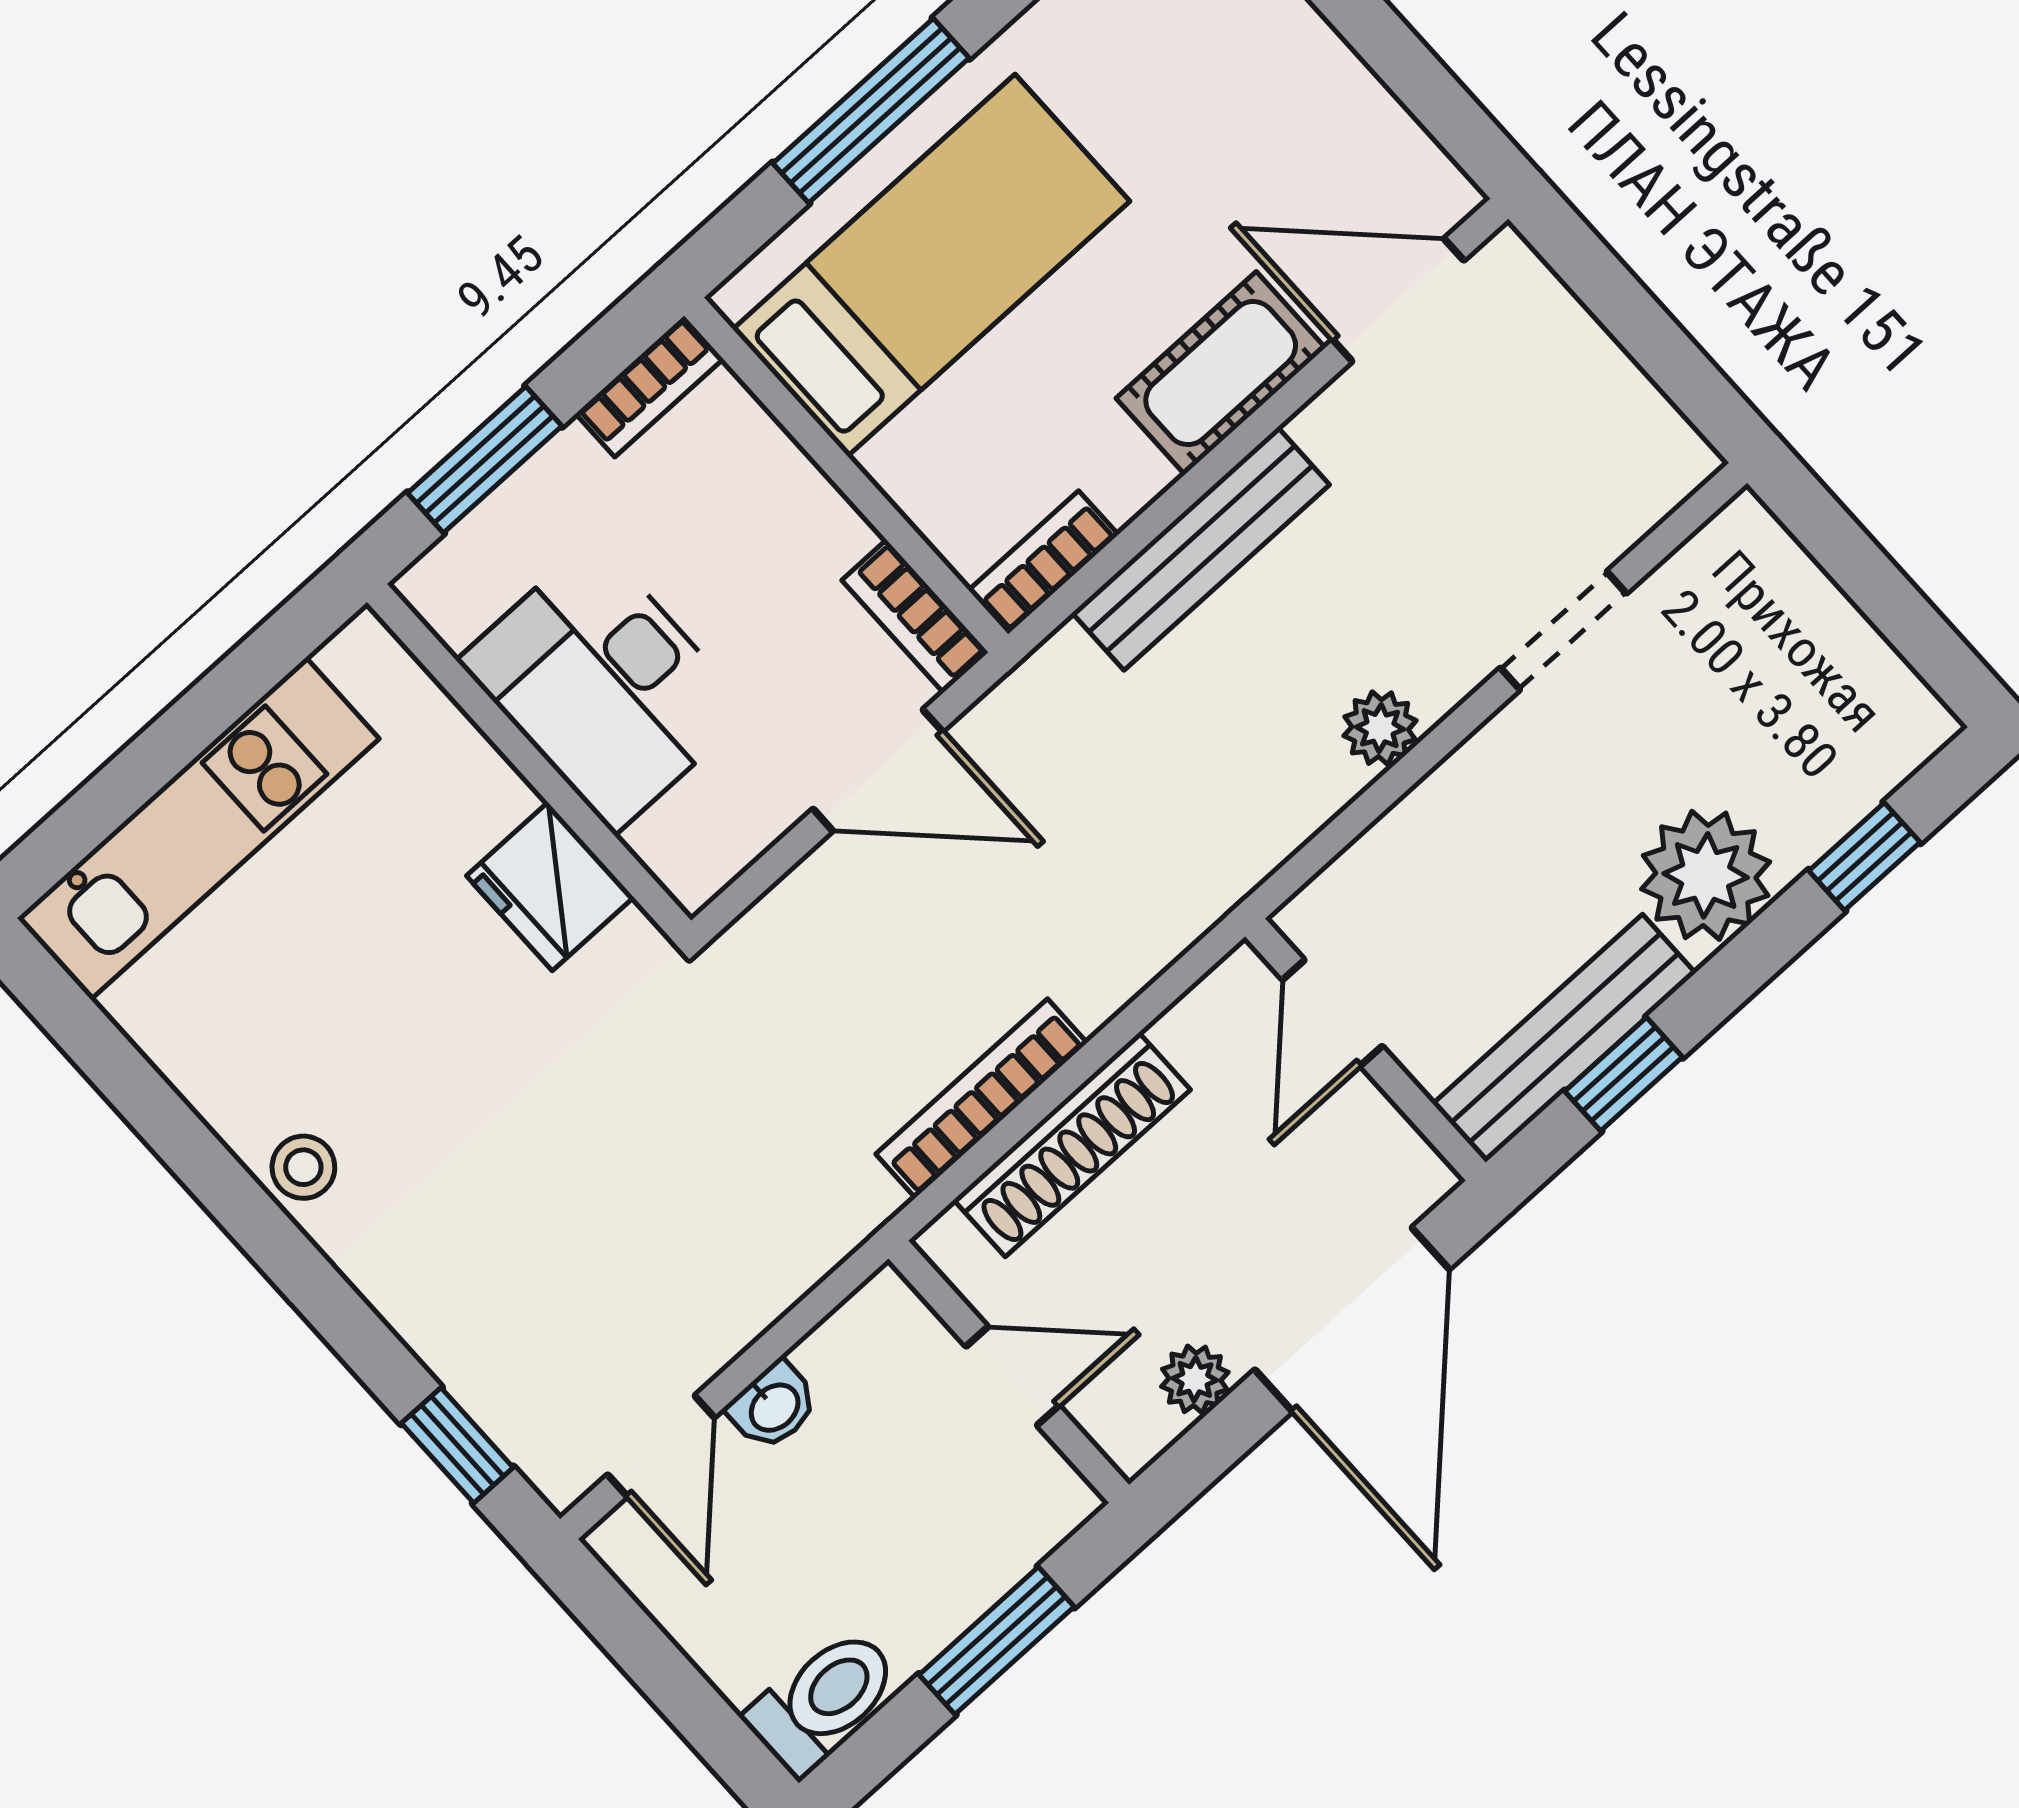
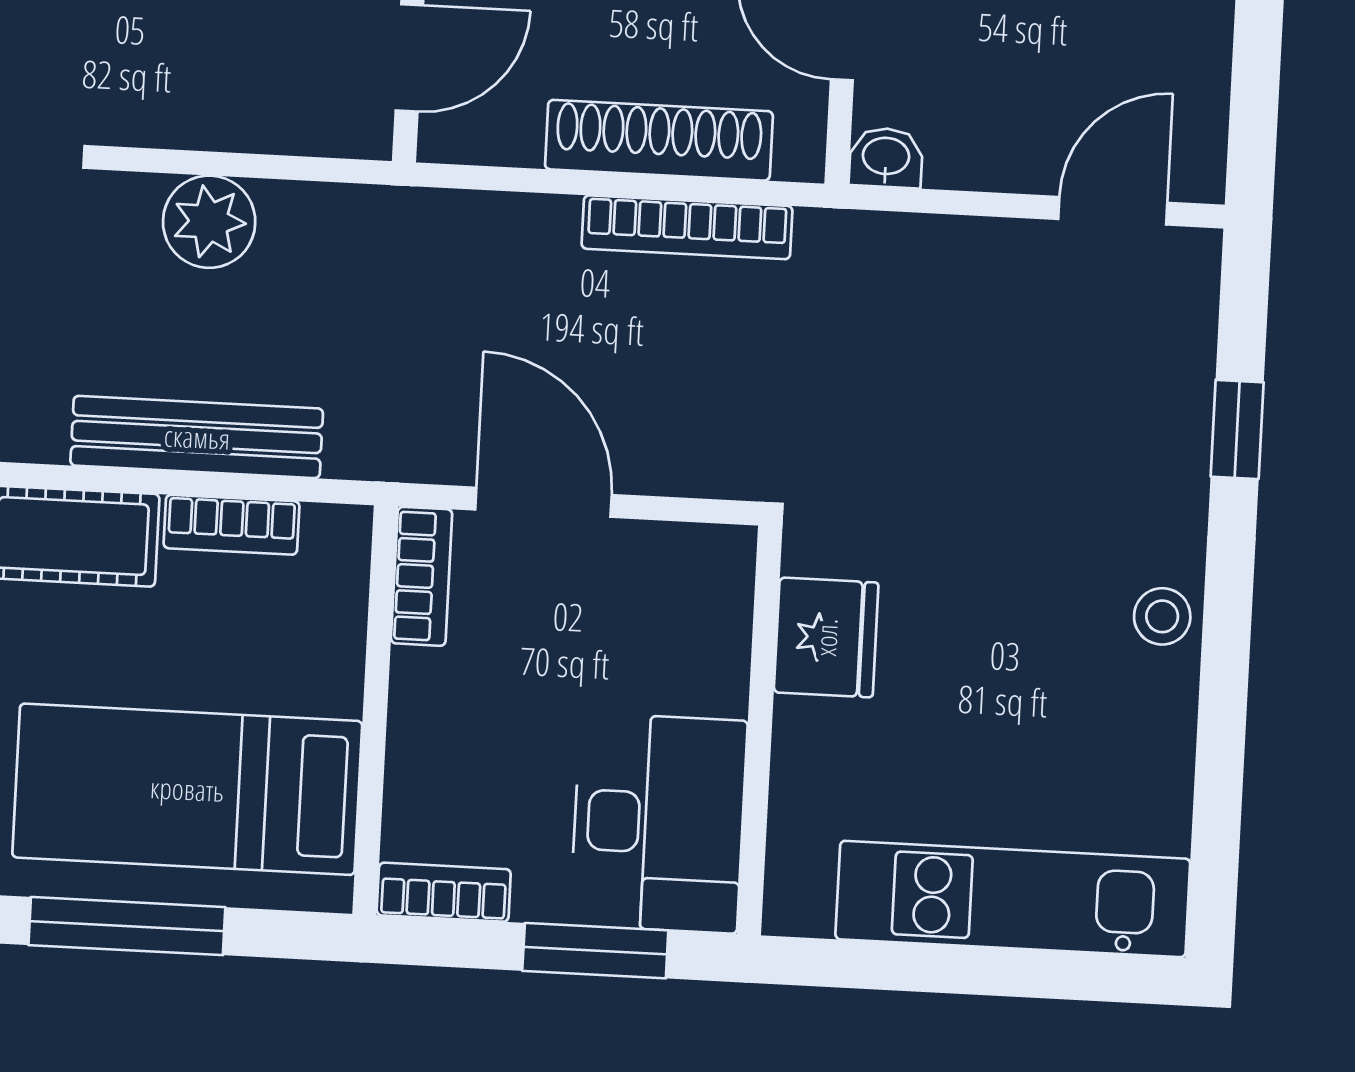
bookcase: (1043, 563) -> (231, 525), moved
desk: (604, 686) -> (659, 823), moved
plant: (1380, 728) -> (209, 222), width x1.38, depth x1.38
washbasin: (773, 1406) -> (886, 158), moved
window: (457, 1445) -> (1237, 429), moved

